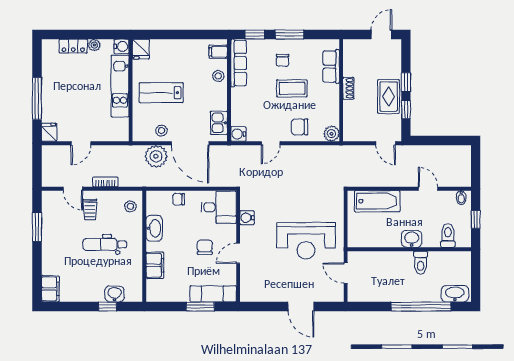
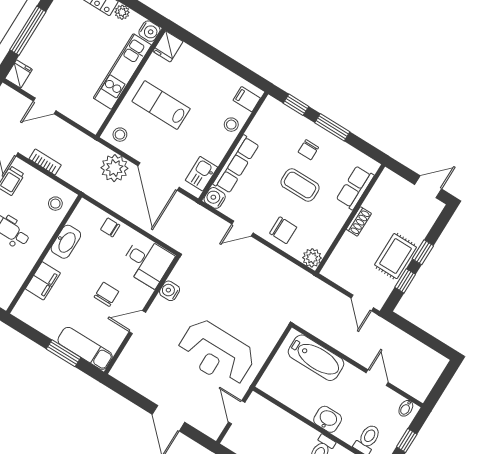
row of seats: (239, 63) -> (236, 164), moved
chair: (300, 127) -> (283, 230), turned 180
stool: (161, 131) -> (120, 135), moved

